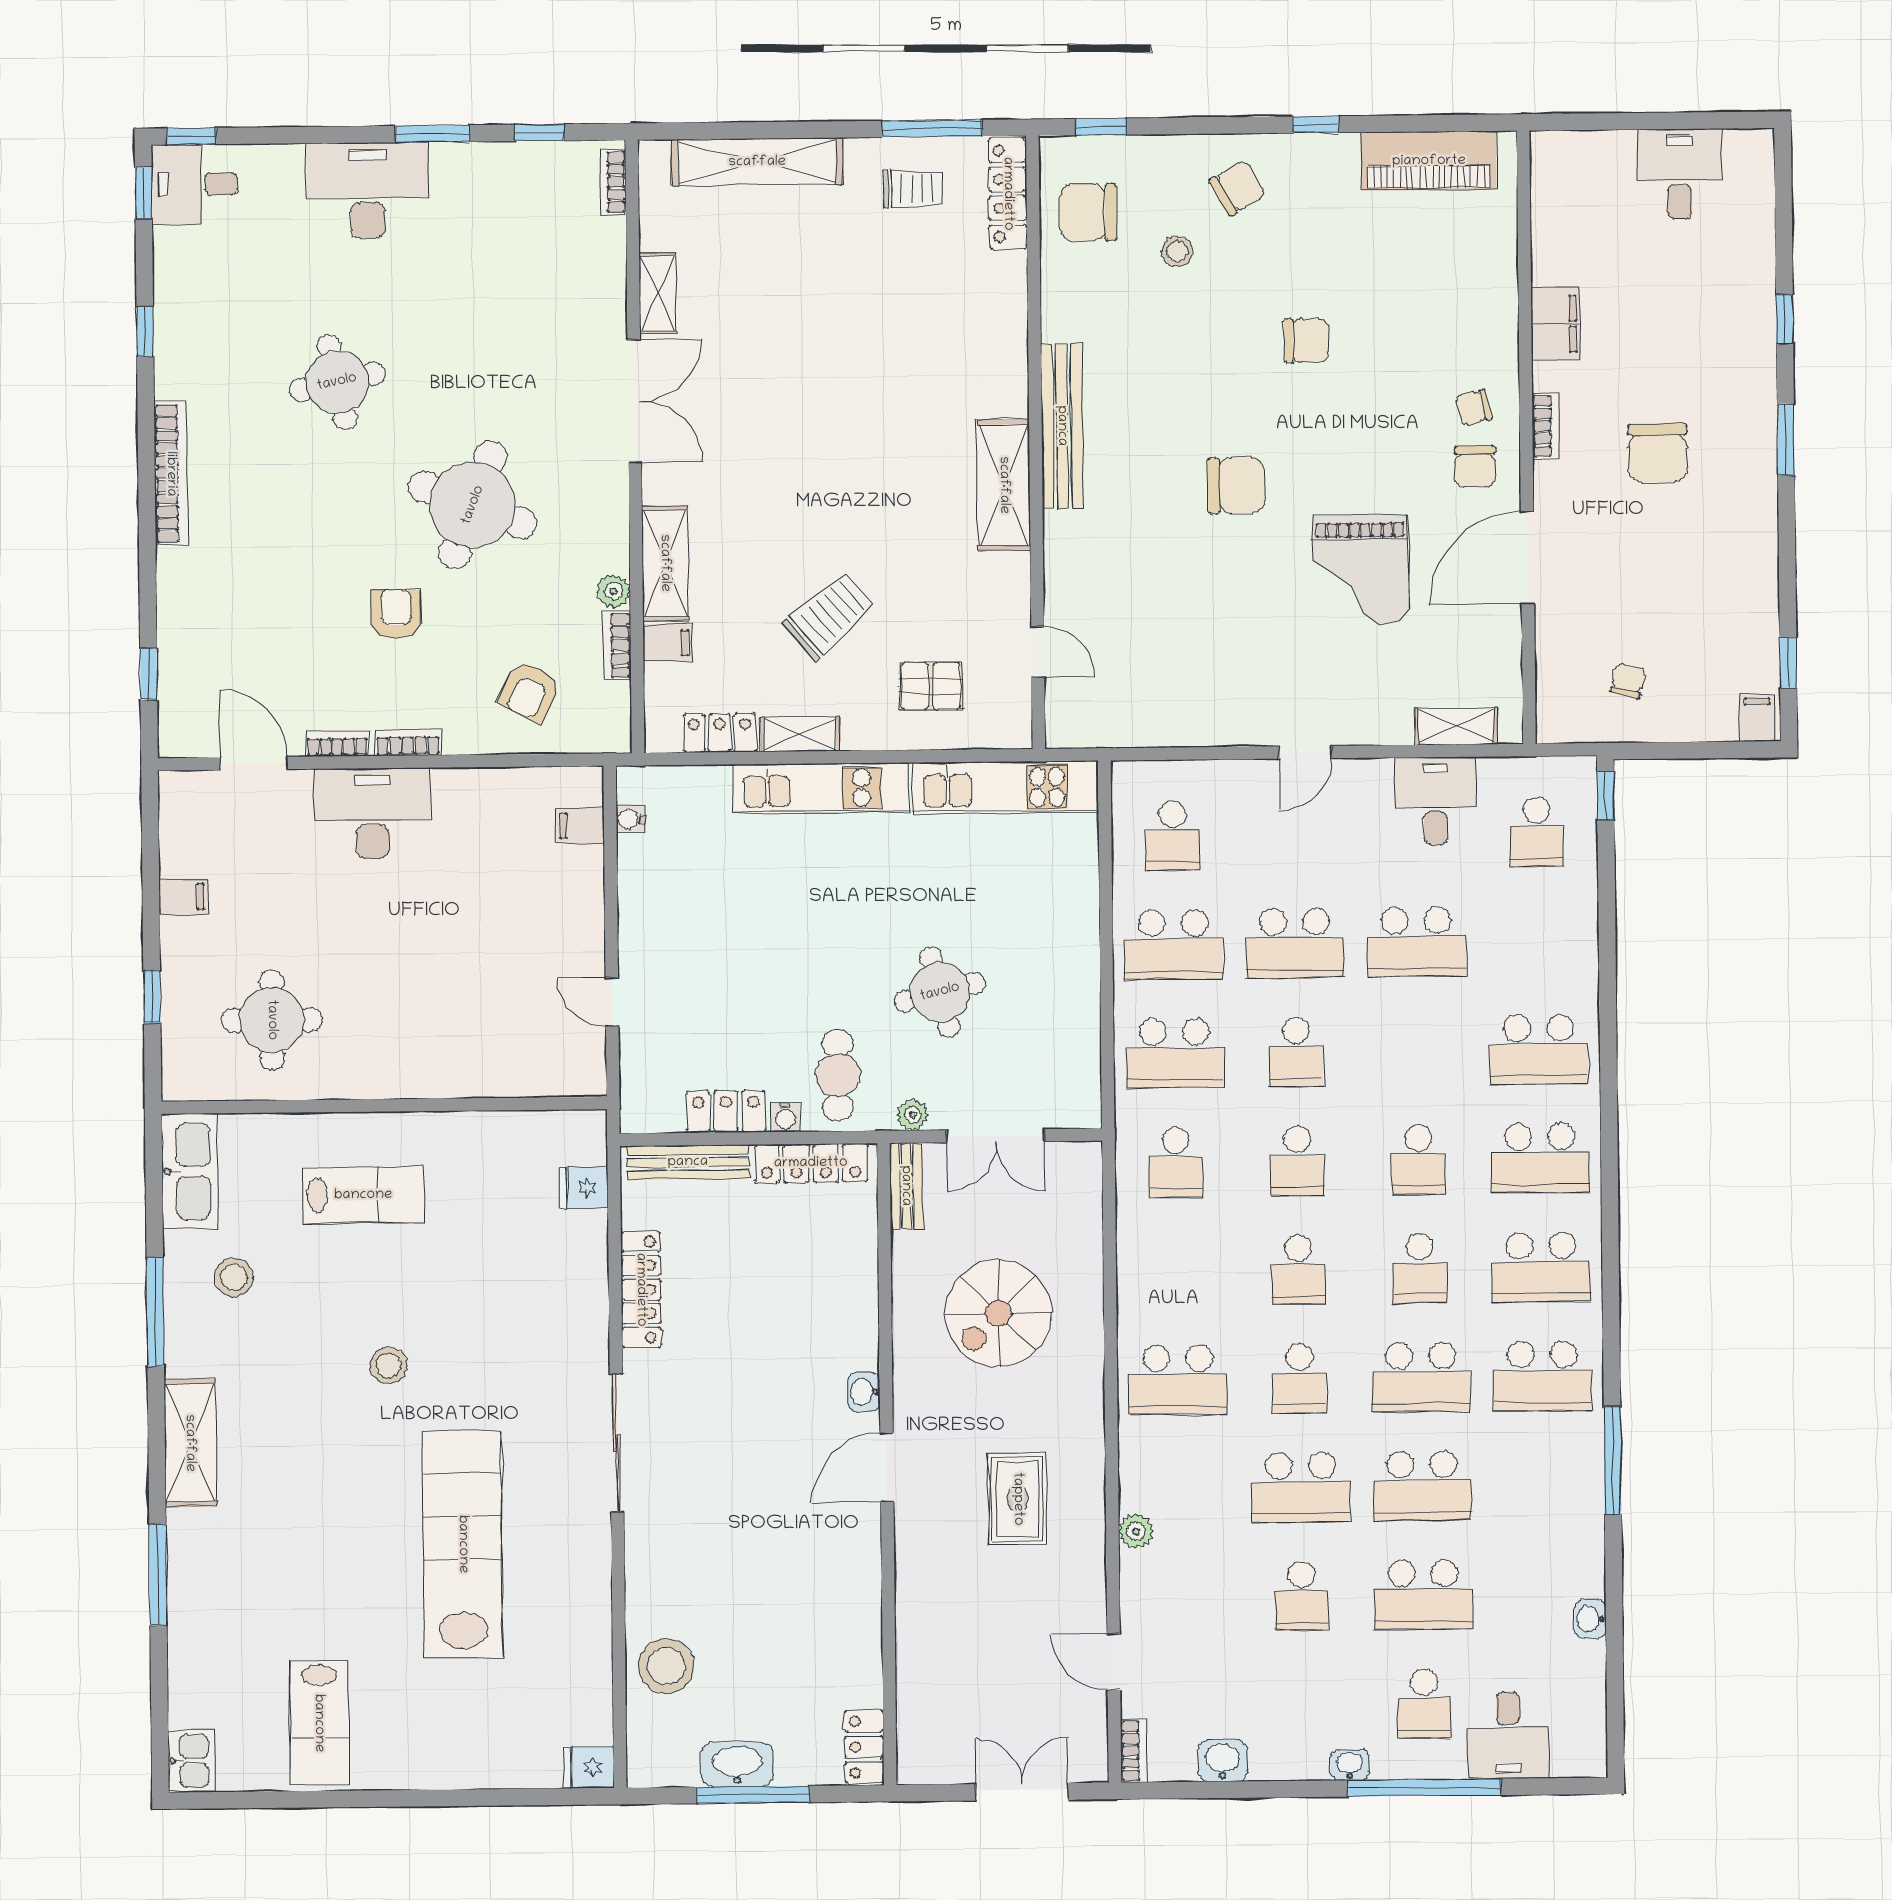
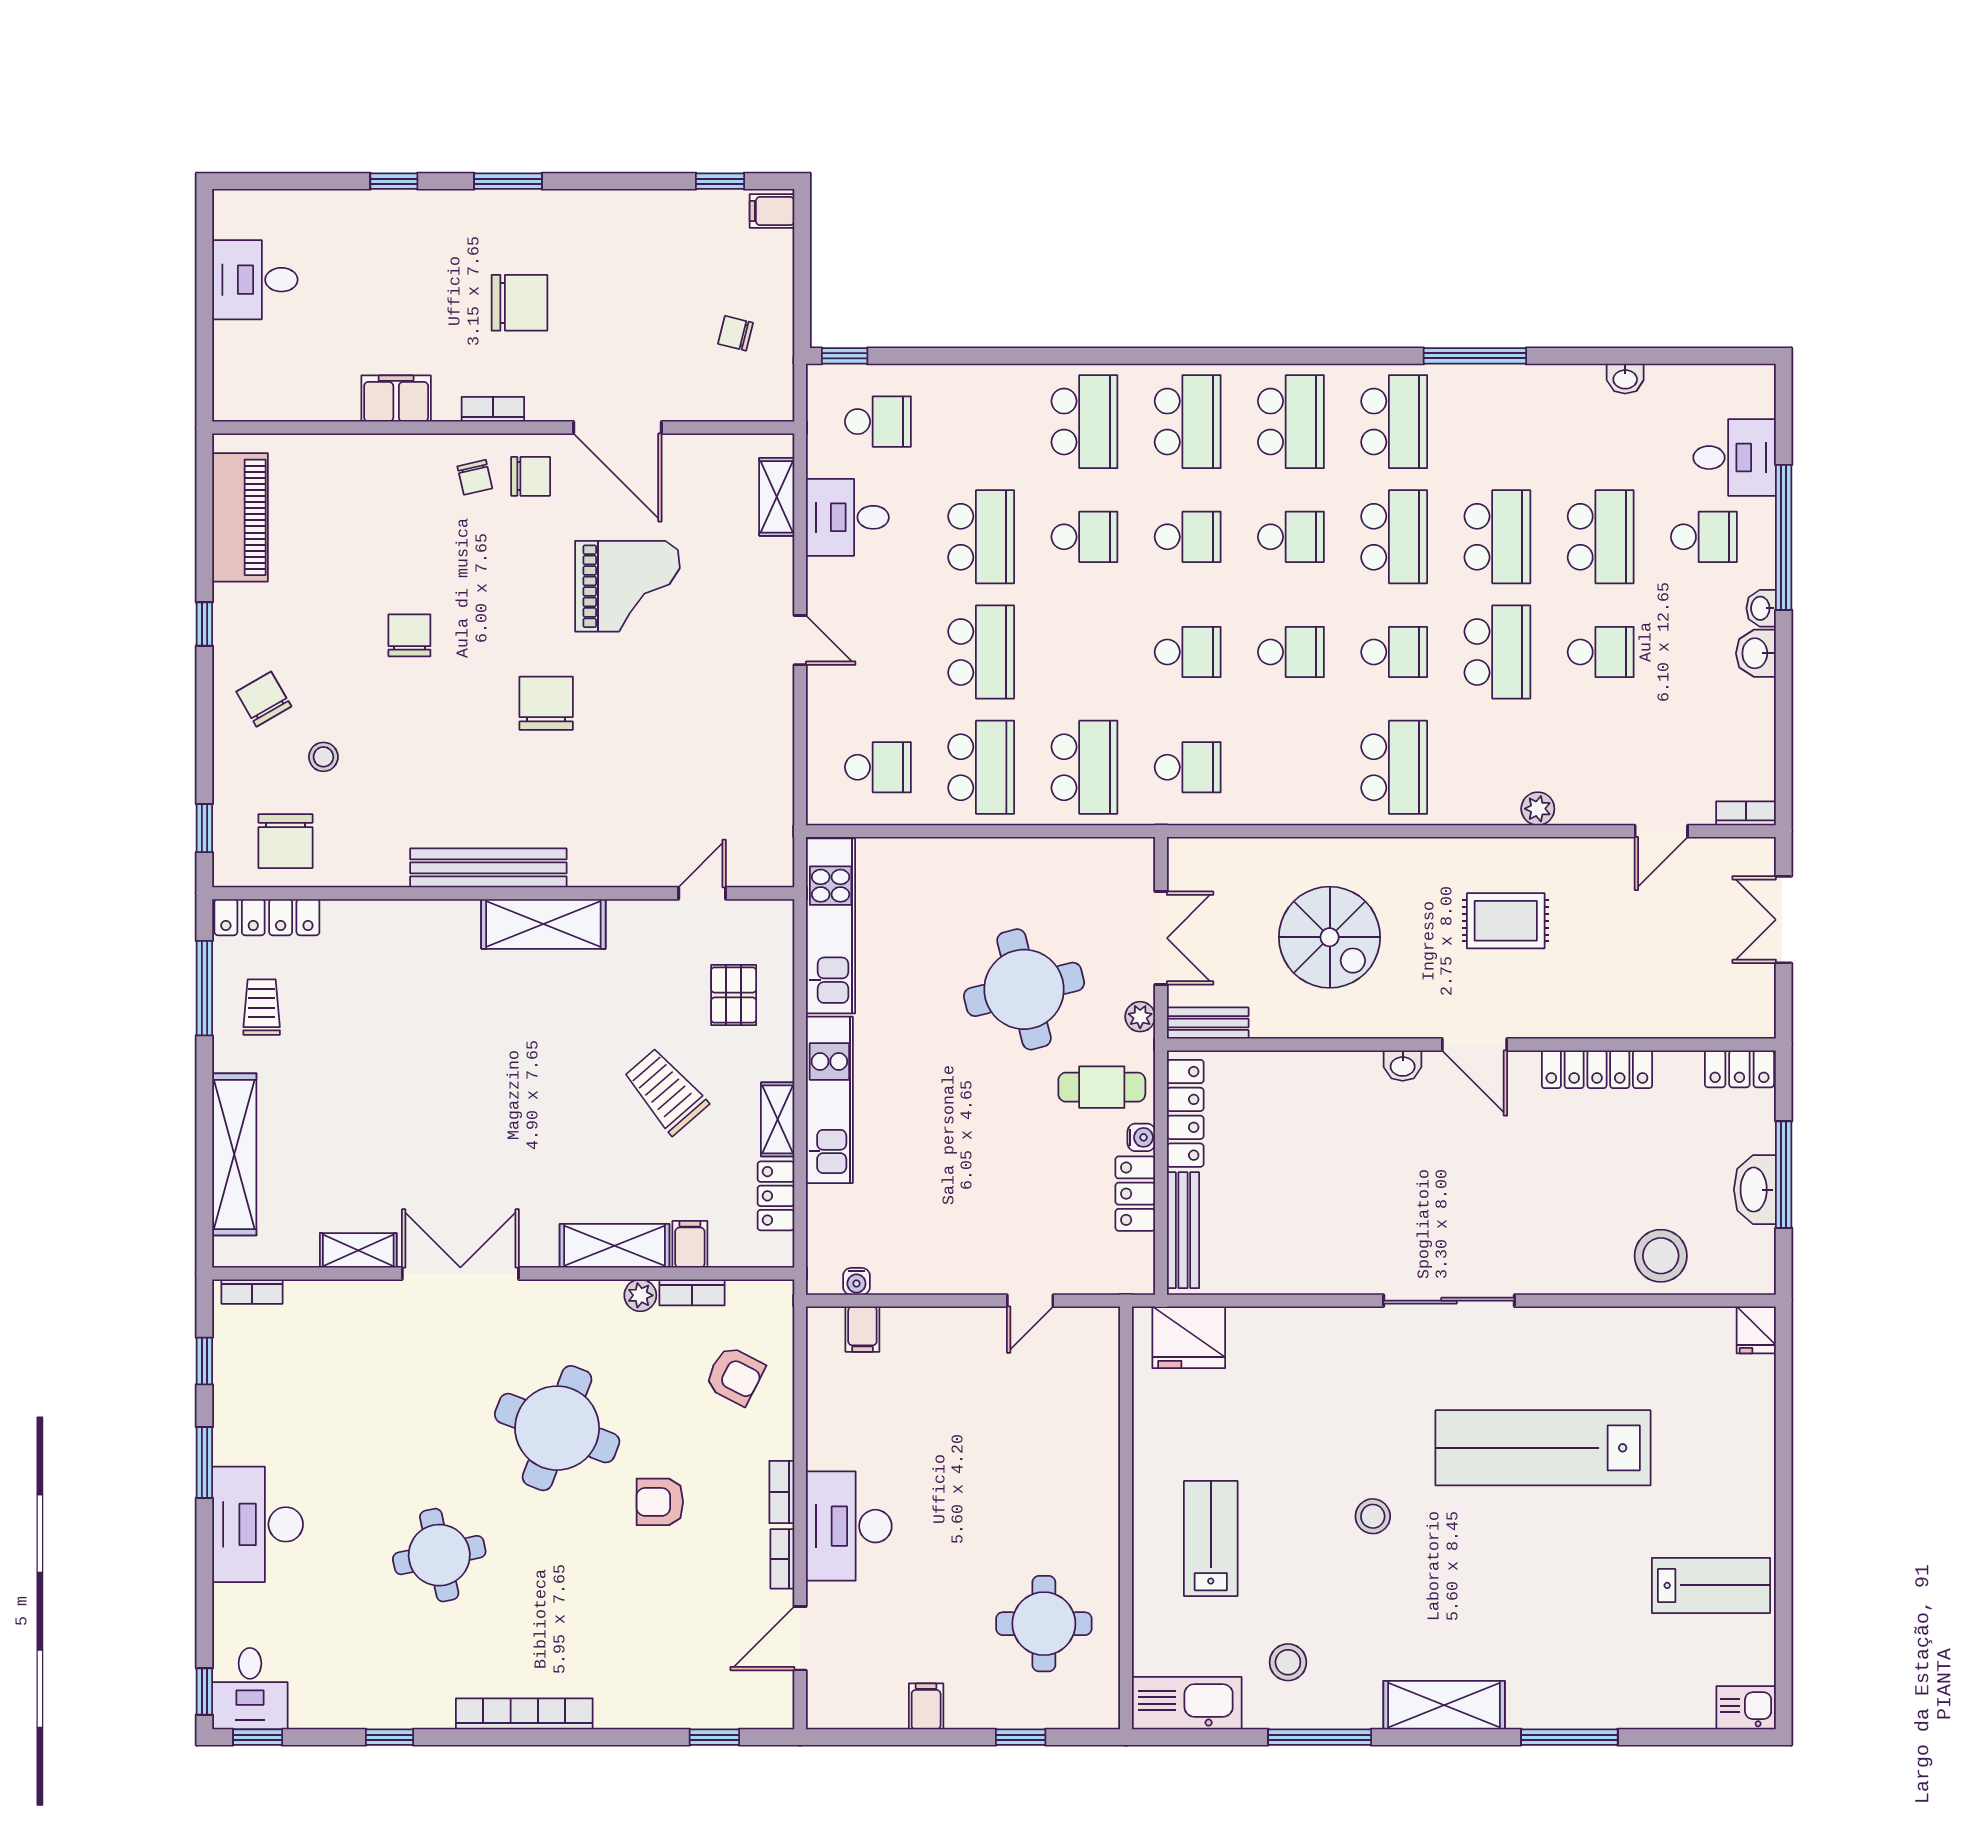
round table: (940, 992) -> (1024, 989), width x1.36, depth x1.36
school desk: (1296, 1052) -> (1084, 537), moved
fridge: (584, 1188) -> (1189, 1337), width x1.88, depth x1.34
locker: (641, 1290) -> (1597, 1069), moved, turned 180
washbasin: (1222, 1761) -> (1756, 653), moved

